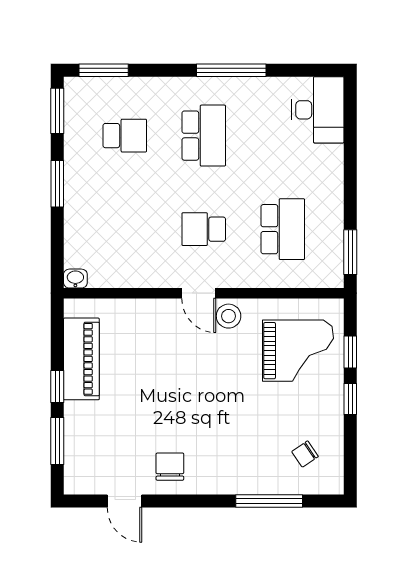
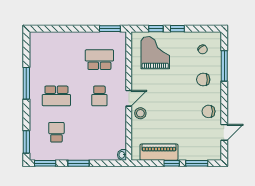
desk: (318, 110) -> (45, 44), removed
school desk: (204, 136) -> (56, 96), turned 180
stool: (229, 316) -> (140, 113), moved
chair: (239, 455) -> (203, 80), added

